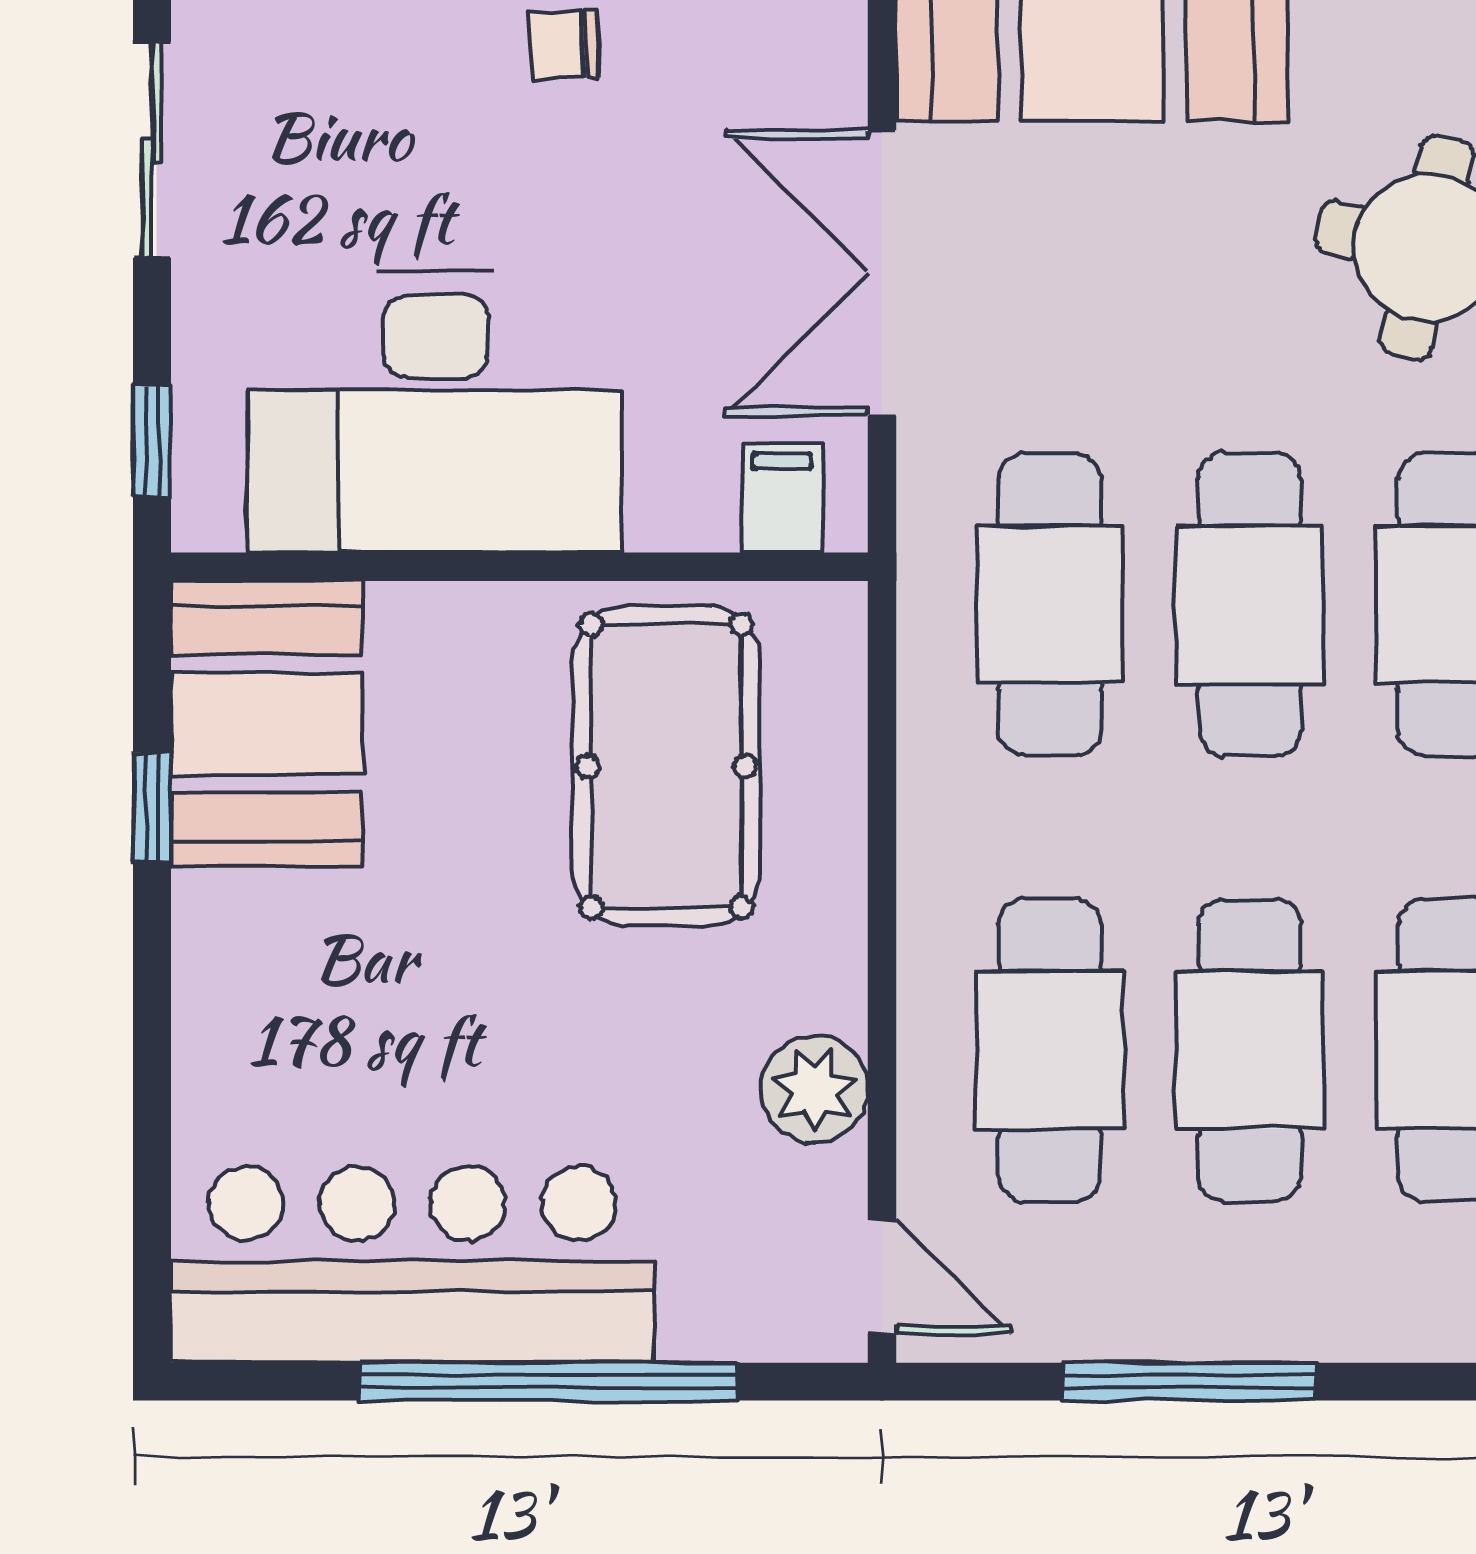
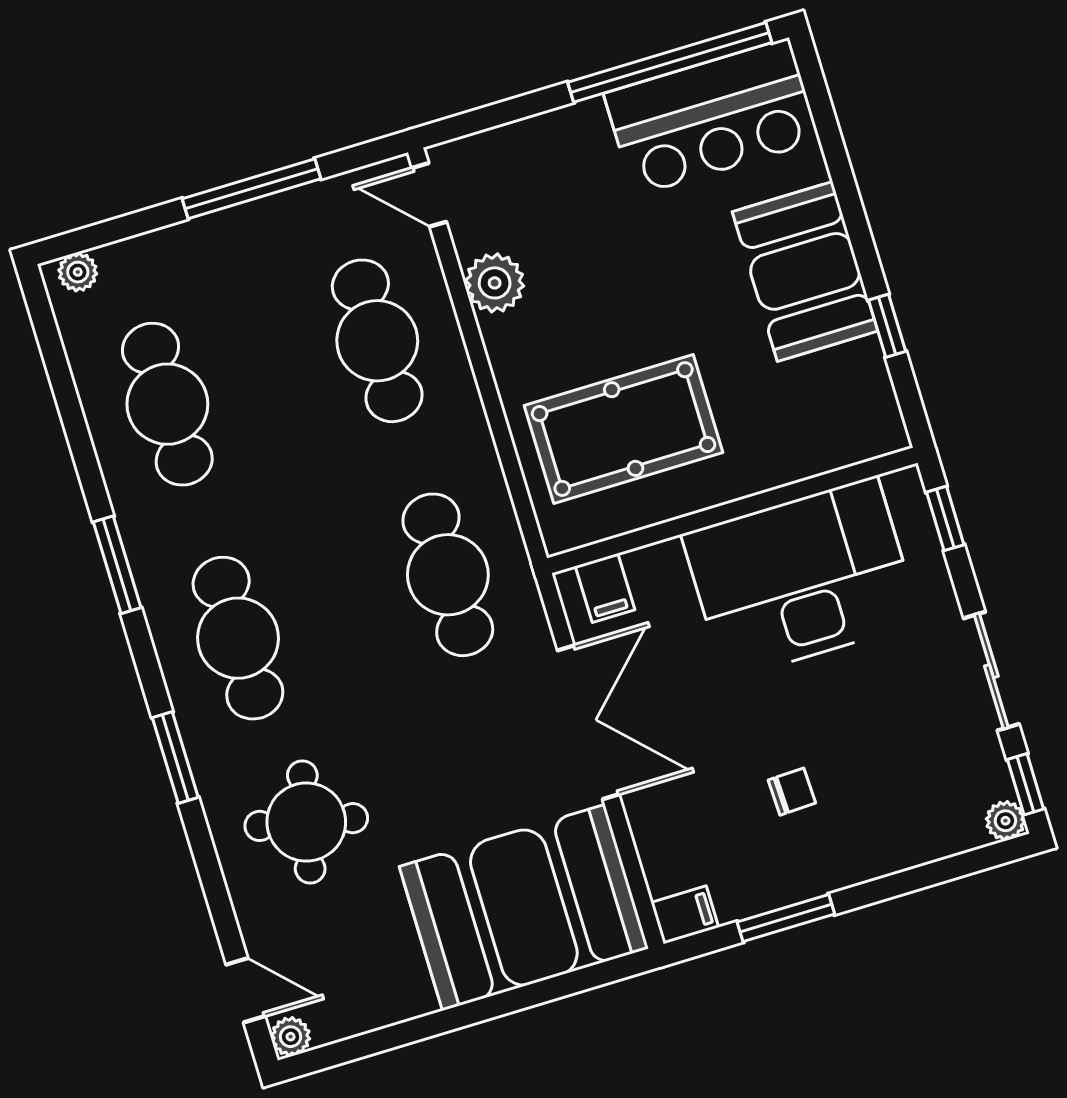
cafe table: (1249, 604) -> (343, 606), removed
booth: (267, 724) -> (805, 271), moved
pool table: (666, 766) -> (624, 429), turned 90
cafe table: (1249, 1050) -> (272, 372), removed
bar counter: (412, 1264) -> (712, 117), width x0.73
window: (549, 1382) -> (670, 62), moved

